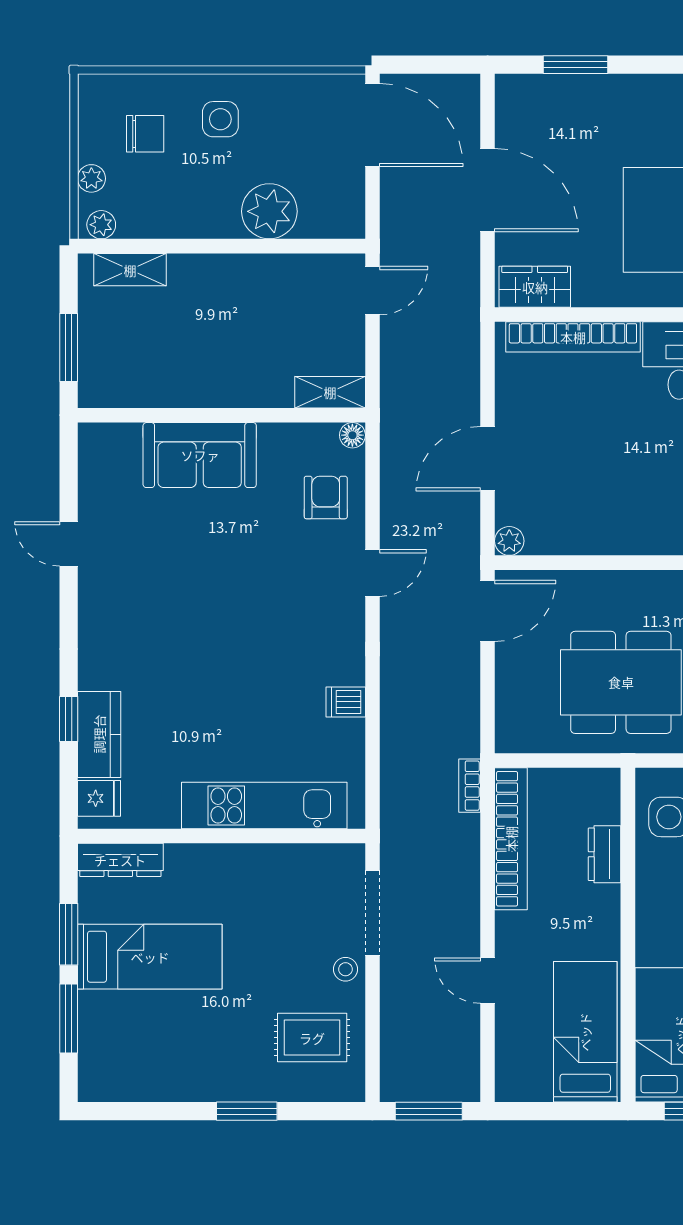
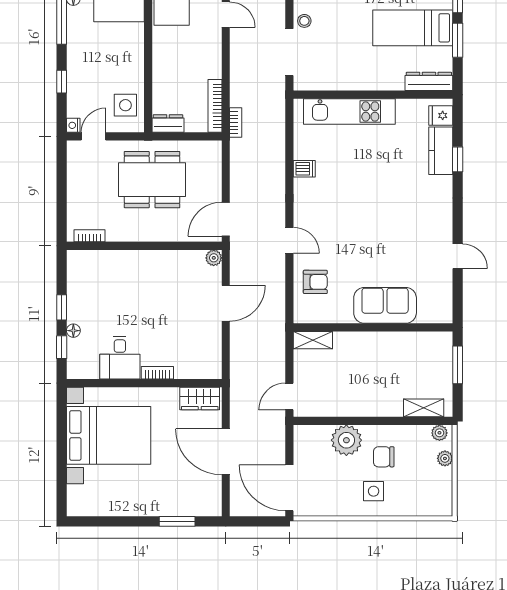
chair: (145, 134) -> (384, 457), moved
bookcase: (573, 337) -> (157, 373), width x0.43, depth x0.76
floor lamp: (352, 435) -> (301, 316), removed
armchair: (326, 498) -> (315, 282), turned -90
door: (372, 573) -> (289, 240), swing flipped
bookcase: (511, 839) -> (215, 106), width x0.68, depth x0.76
dresser: (605, 854) -> (168, 124), moved, turned -90

